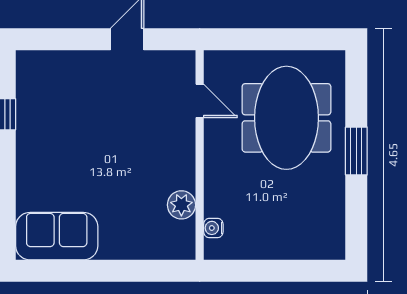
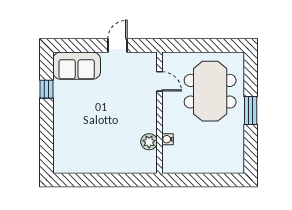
water cooler: (213, 228) -> (168, 139), moved
sofa: (57, 236) -> (77, 66), moved, turned 180

